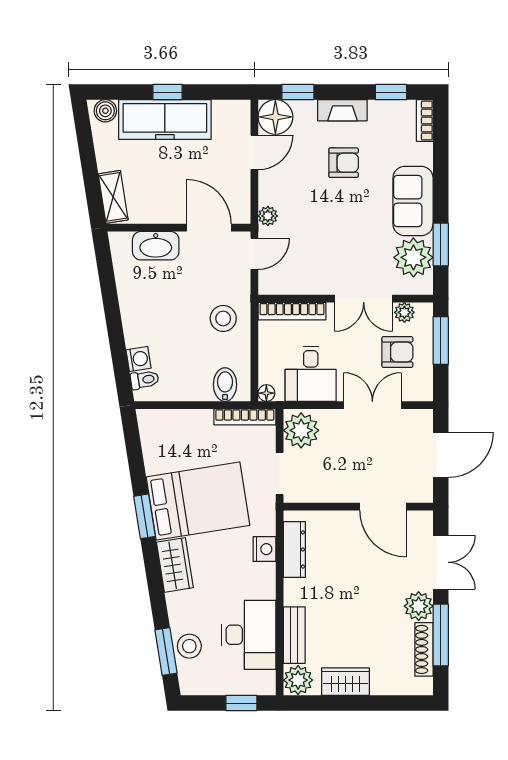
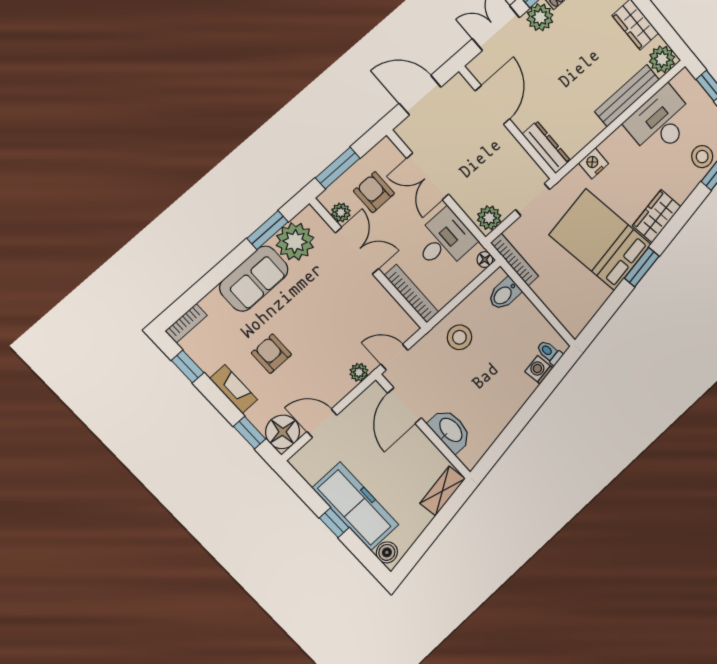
plant: (301, 430) -> (489, 218), width x0.73, depth x0.73
dresser: (294, 549) -> (546, 147), moved, turned 90
bench: (294, 635) -> (627, 96), width x1.36

